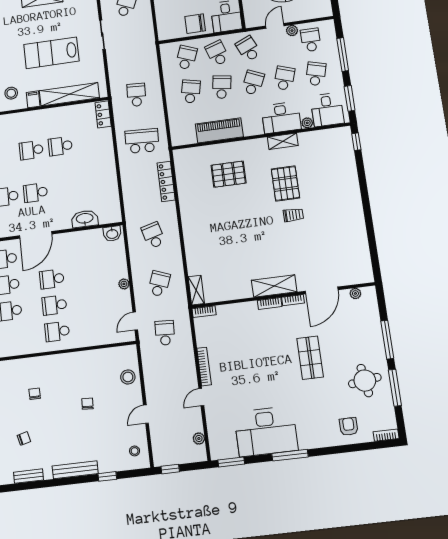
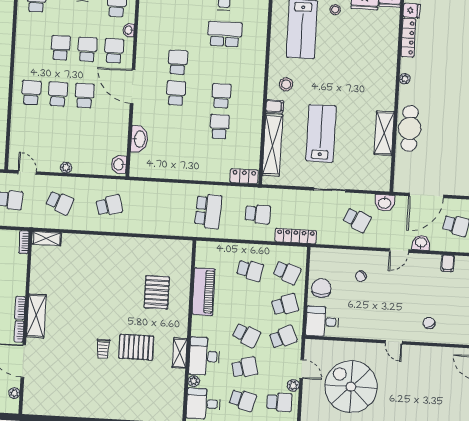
school desk: (284, 78) -> (244, 368), turned -33
school desk: (222, 87) -> (248, 303), removed
locker: (166, 182) -> (296, 236), moved

